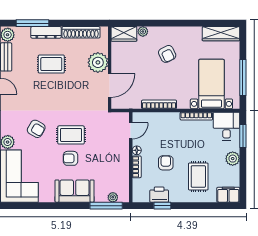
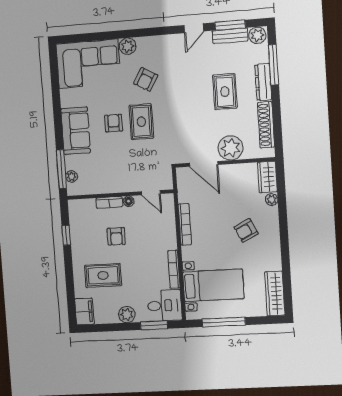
armchair: (166, 163) -> (116, 236), turned 90
printer: (159, 195) -> (79, 231), removed

